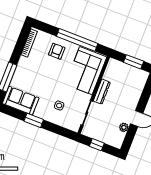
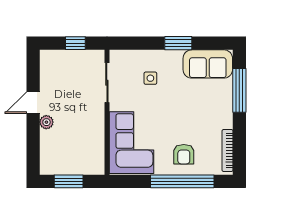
window: (77, 40) -> (182, 181), moved
dresser: (102, 92) -> (97, 121), removed
plant: (124, 127) -> (46, 122), moved

